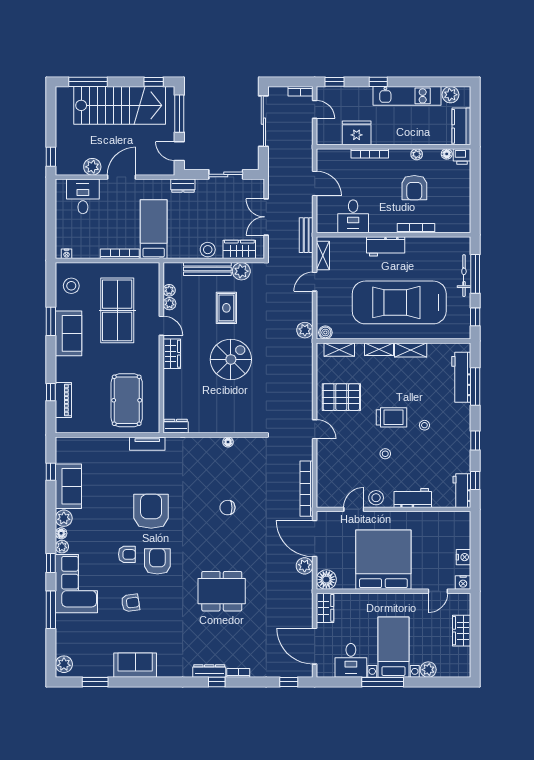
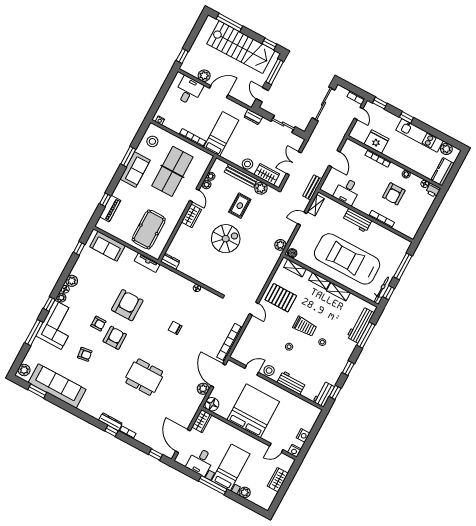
bicycle: (464, 276) -> (381, 290), moved
sofa: (68, 486) -> (107, 246), moved, turned 90
sofa: (135, 665) -> (57, 386), width x1.85, depth x1.27

